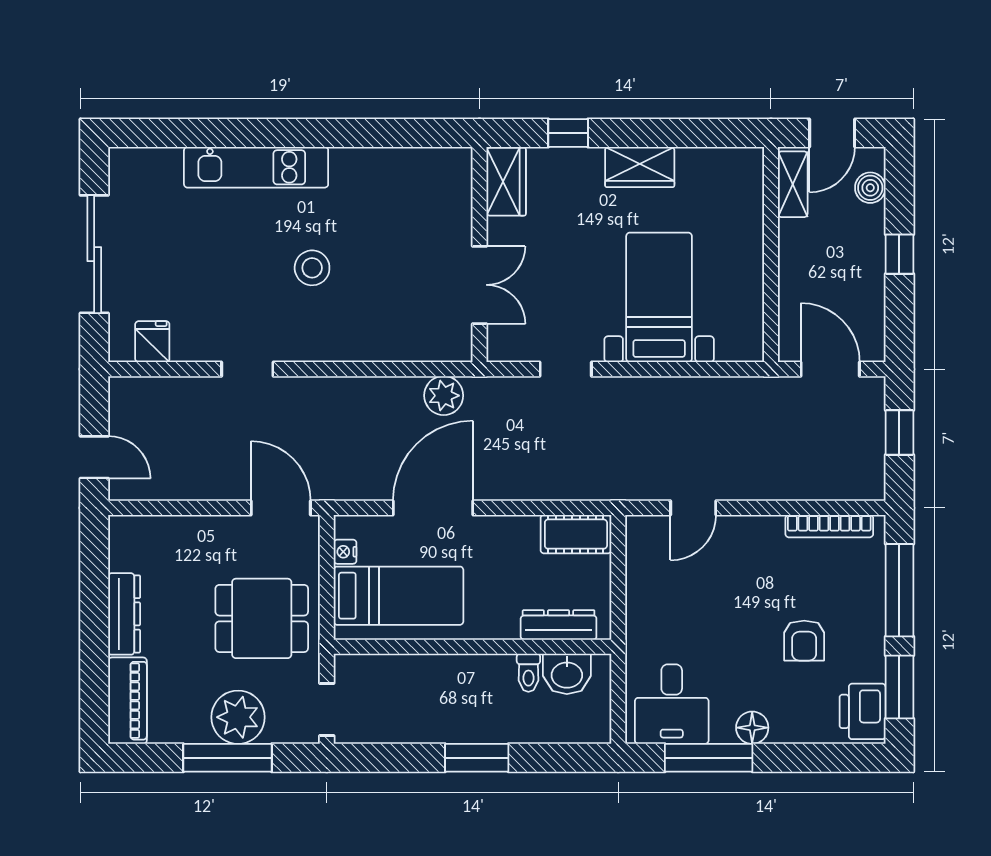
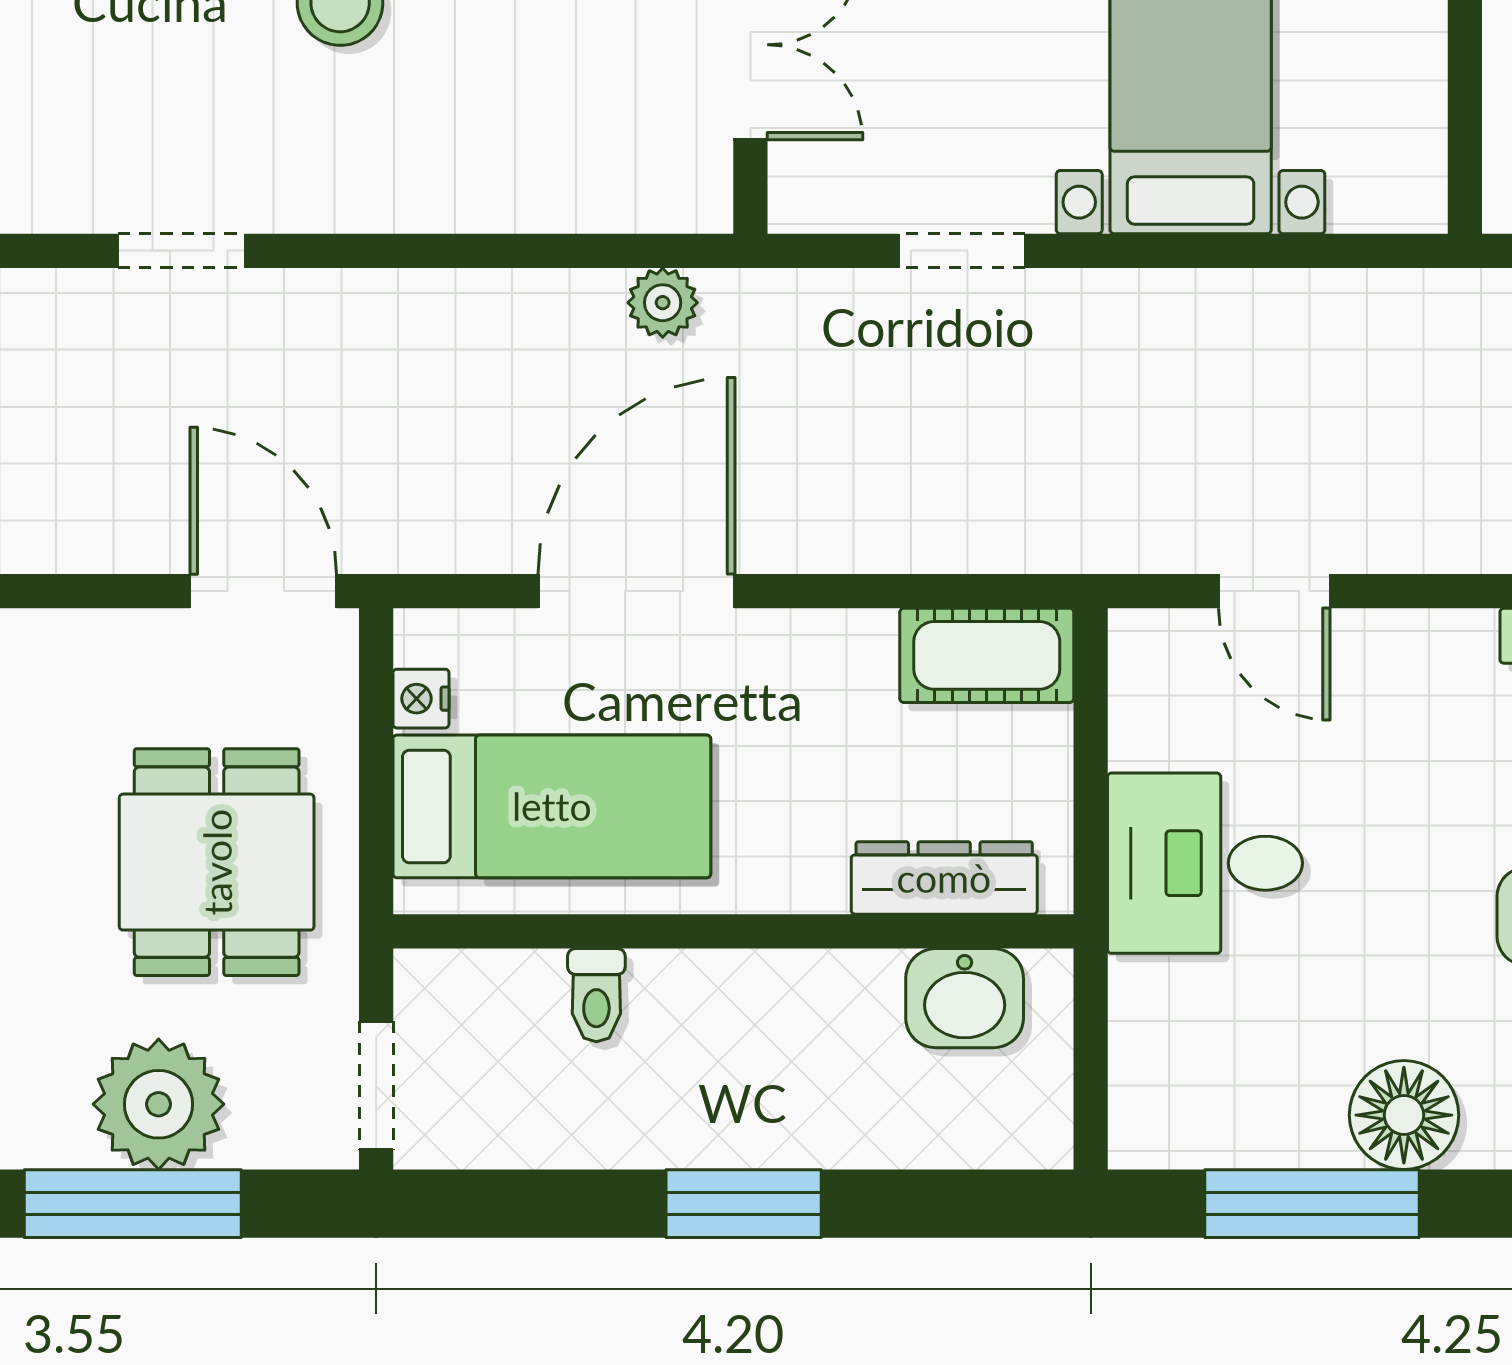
plant: (444, 396) -> (663, 303), width x0.73, depth x0.73
door: (693, 508) -> (1274, 591), hinge flipped
dining table: (262, 618) -> (217, 862), turned 90
toilet: (528, 673) -> (596, 995), moved
desk: (672, 704) -> (1205, 863), moved, turned 90
floor lamp: (752, 728) -> (1404, 1115), width x1.38, depth x1.38

